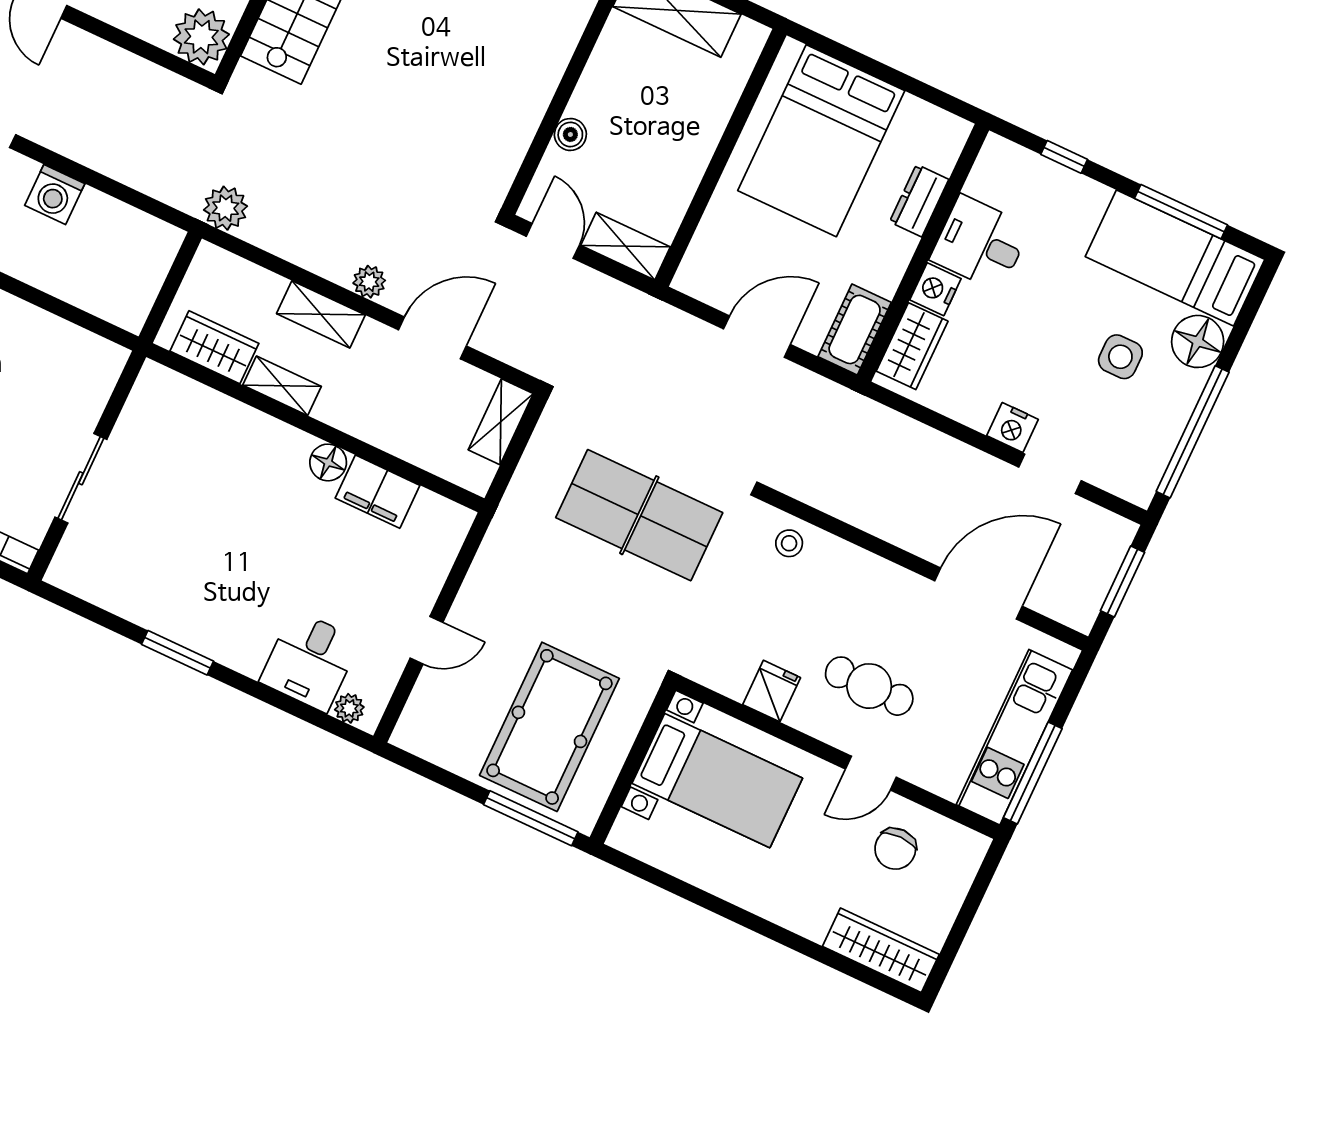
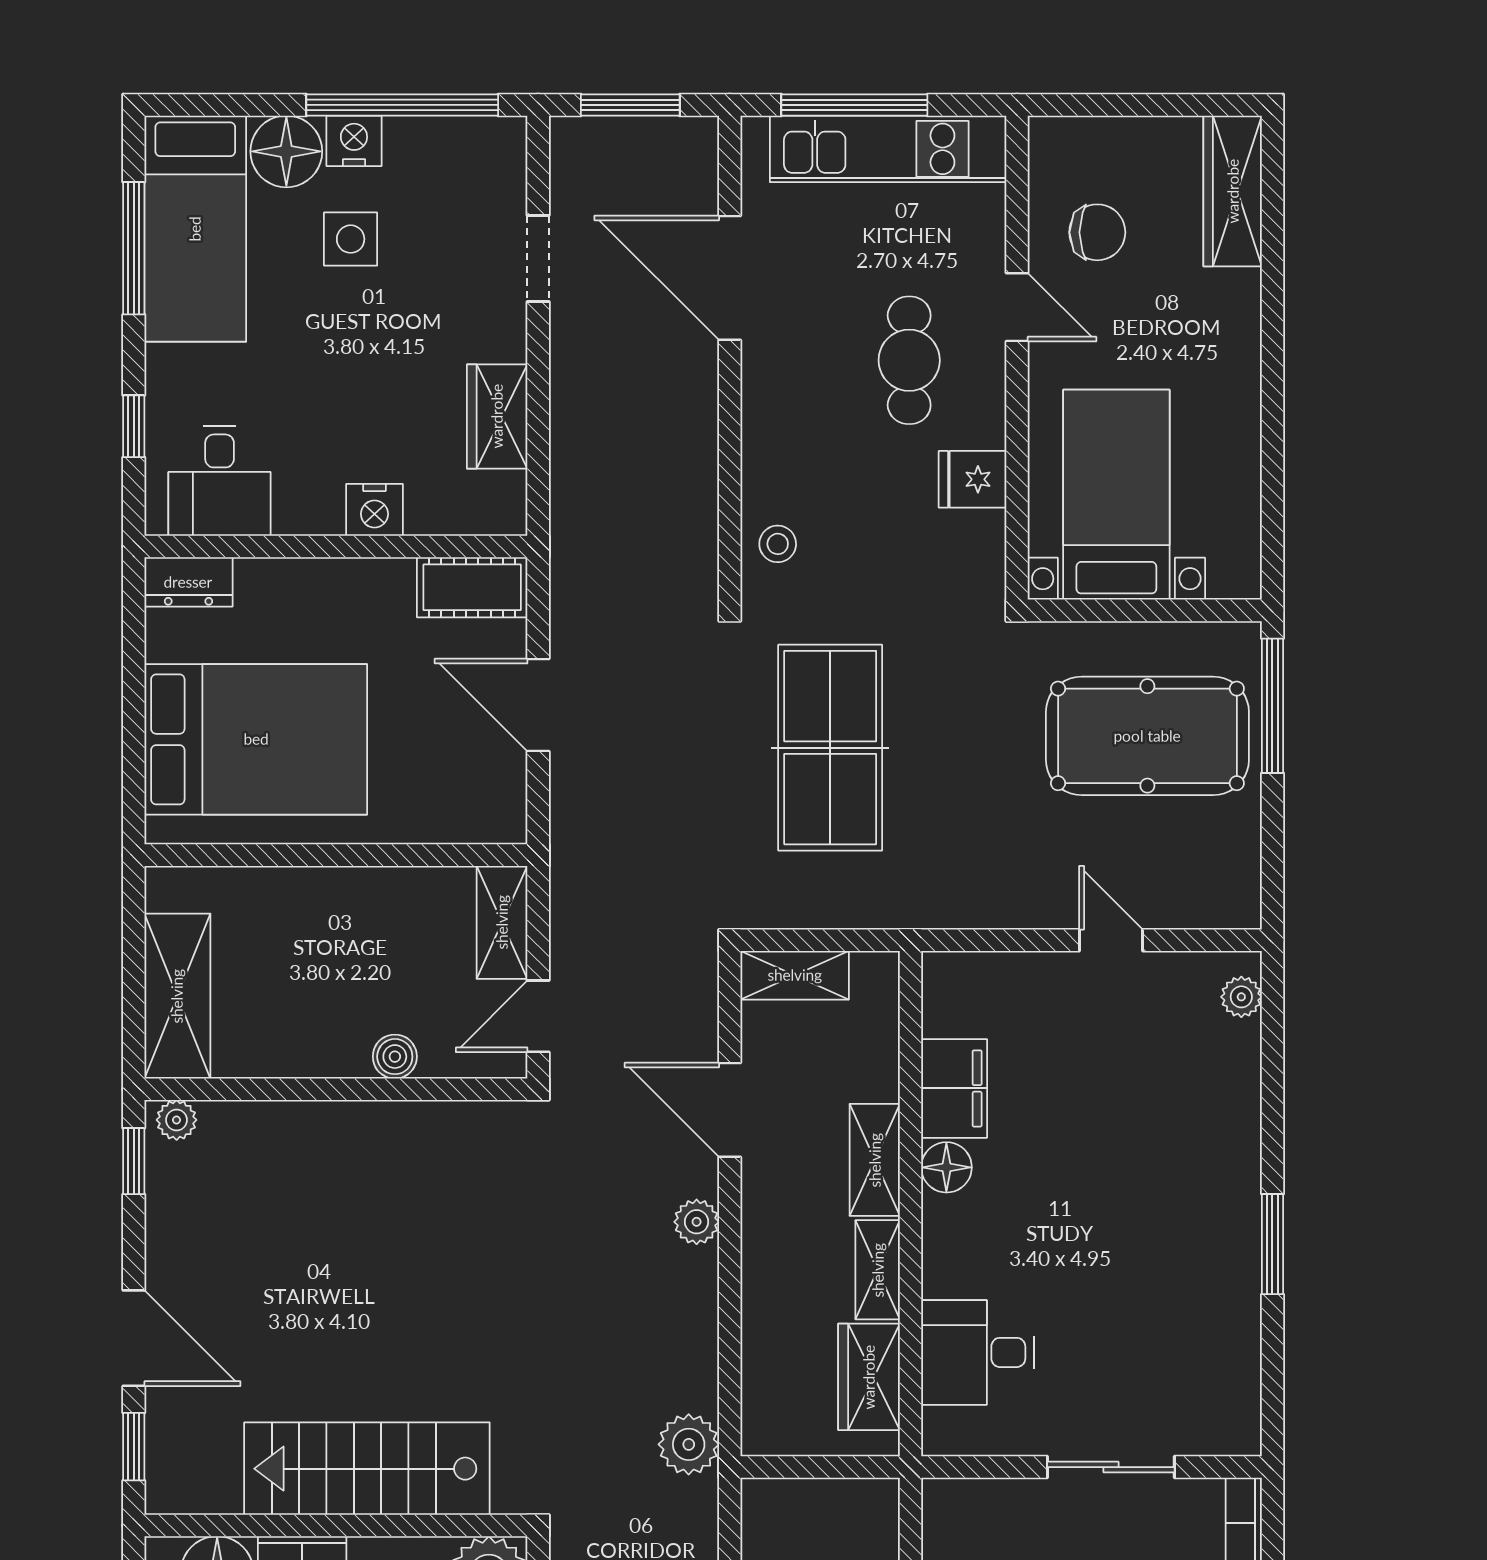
dresser: (919, 201) -> (188, 582), moved
desk: (980, 243) -> (220, 481), moved
shelving: (321, 314) -> (875, 1160), moved
wardrobe: (912, 346) -> (497, 416), moved, turned -90
nightstand: (1013, 427) -> (354, 141), moved, turned -90
desk: (310, 661) -> (978, 1352), moved, turned 180
window: (1033, 773) -> (854, 105), moved

